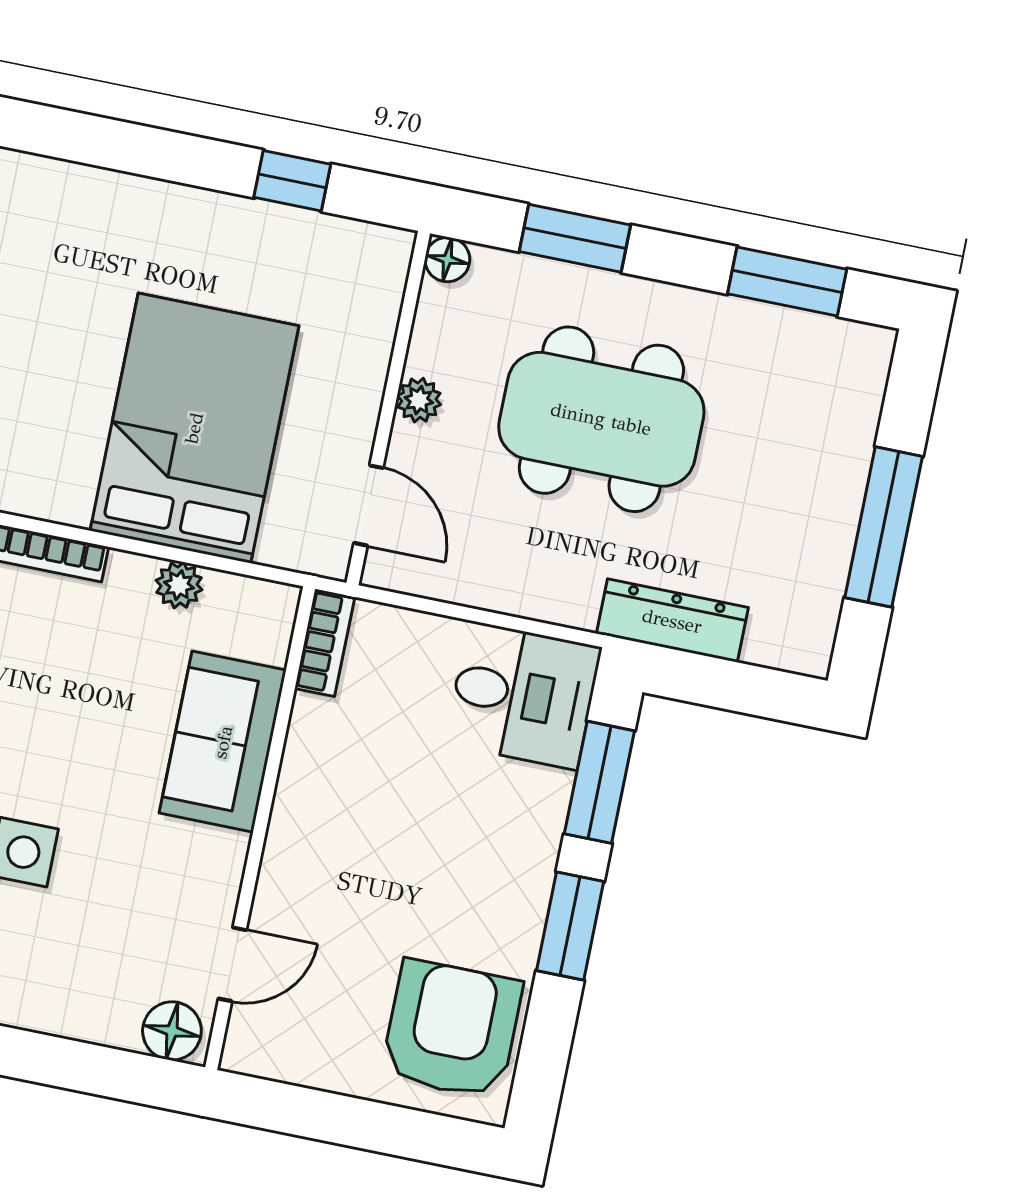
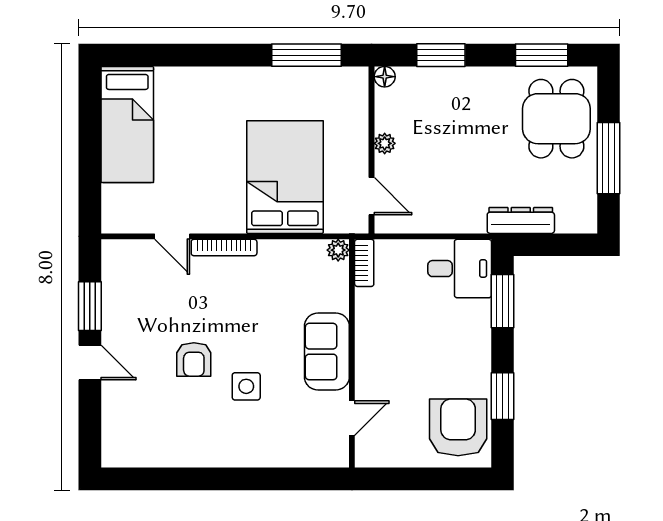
window: (292, 181) -> (307, 55), width x2.17
dining table: (601, 419) -> (556, 119), moved, width x0.73
plant: (179, 585) -> (338, 250), moved
sofa: (223, 742) -> (327, 352), moved
window: (570, 926) -> (503, 396), moved
floor lamp: (172, 1031) -> (331, 454), removed

